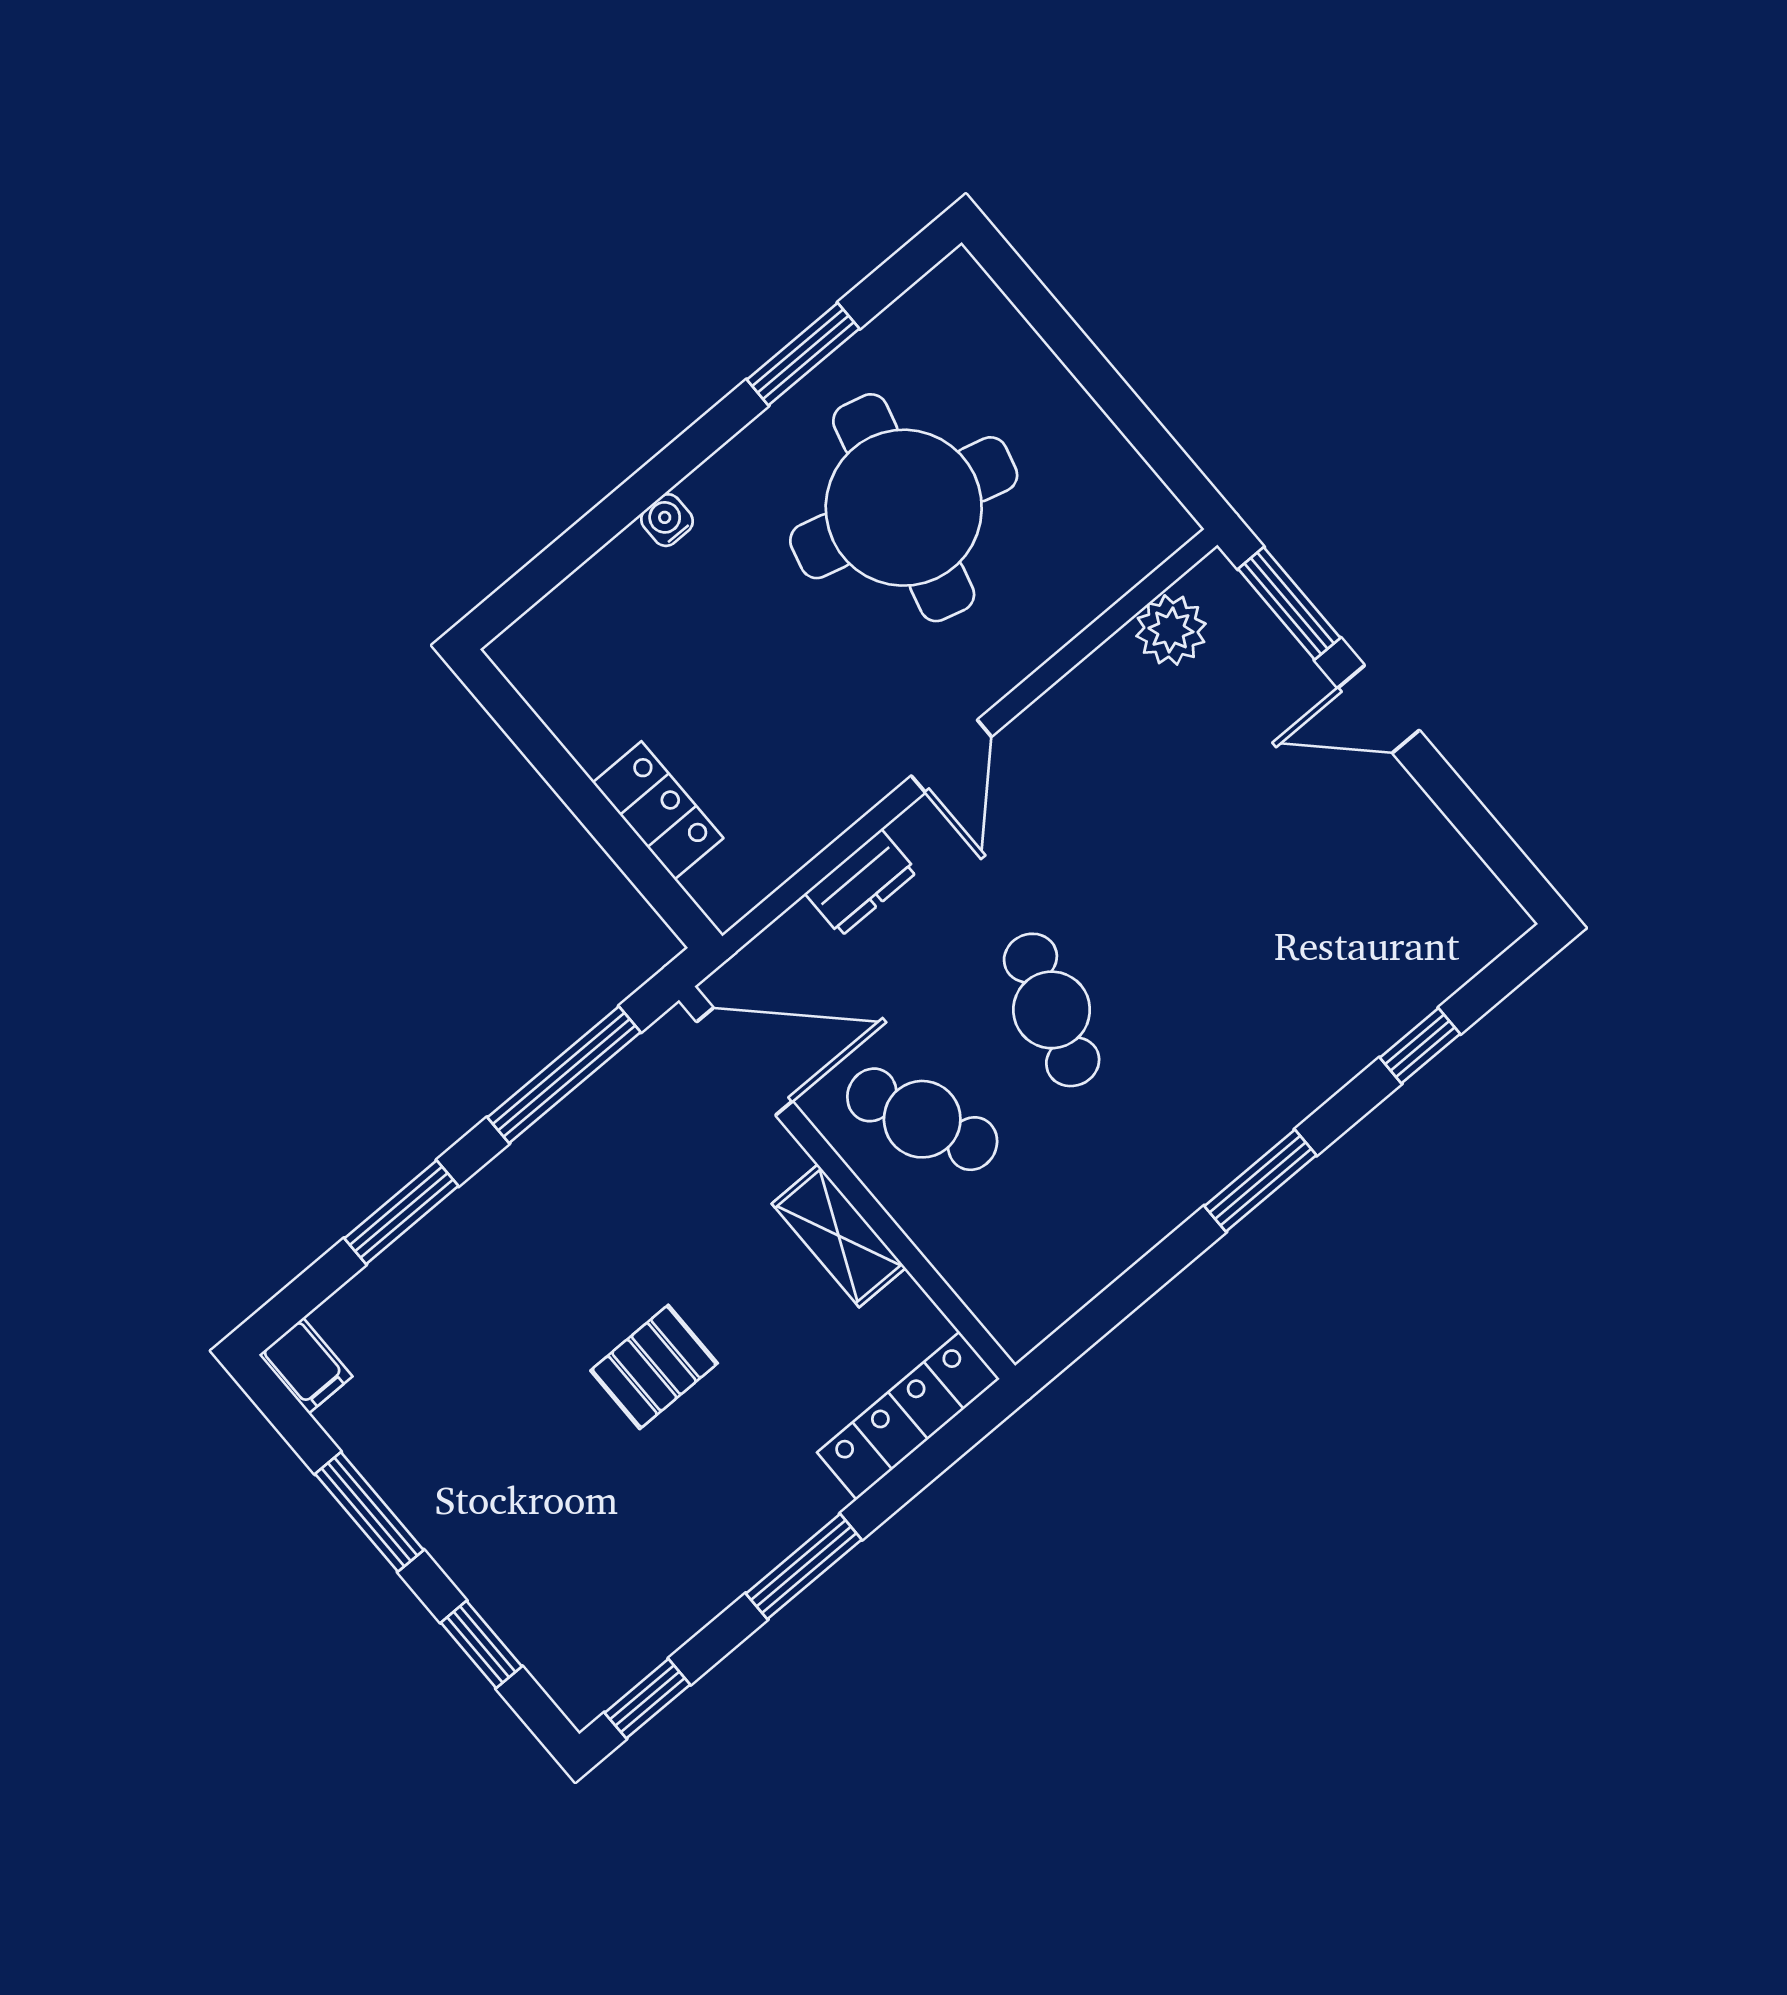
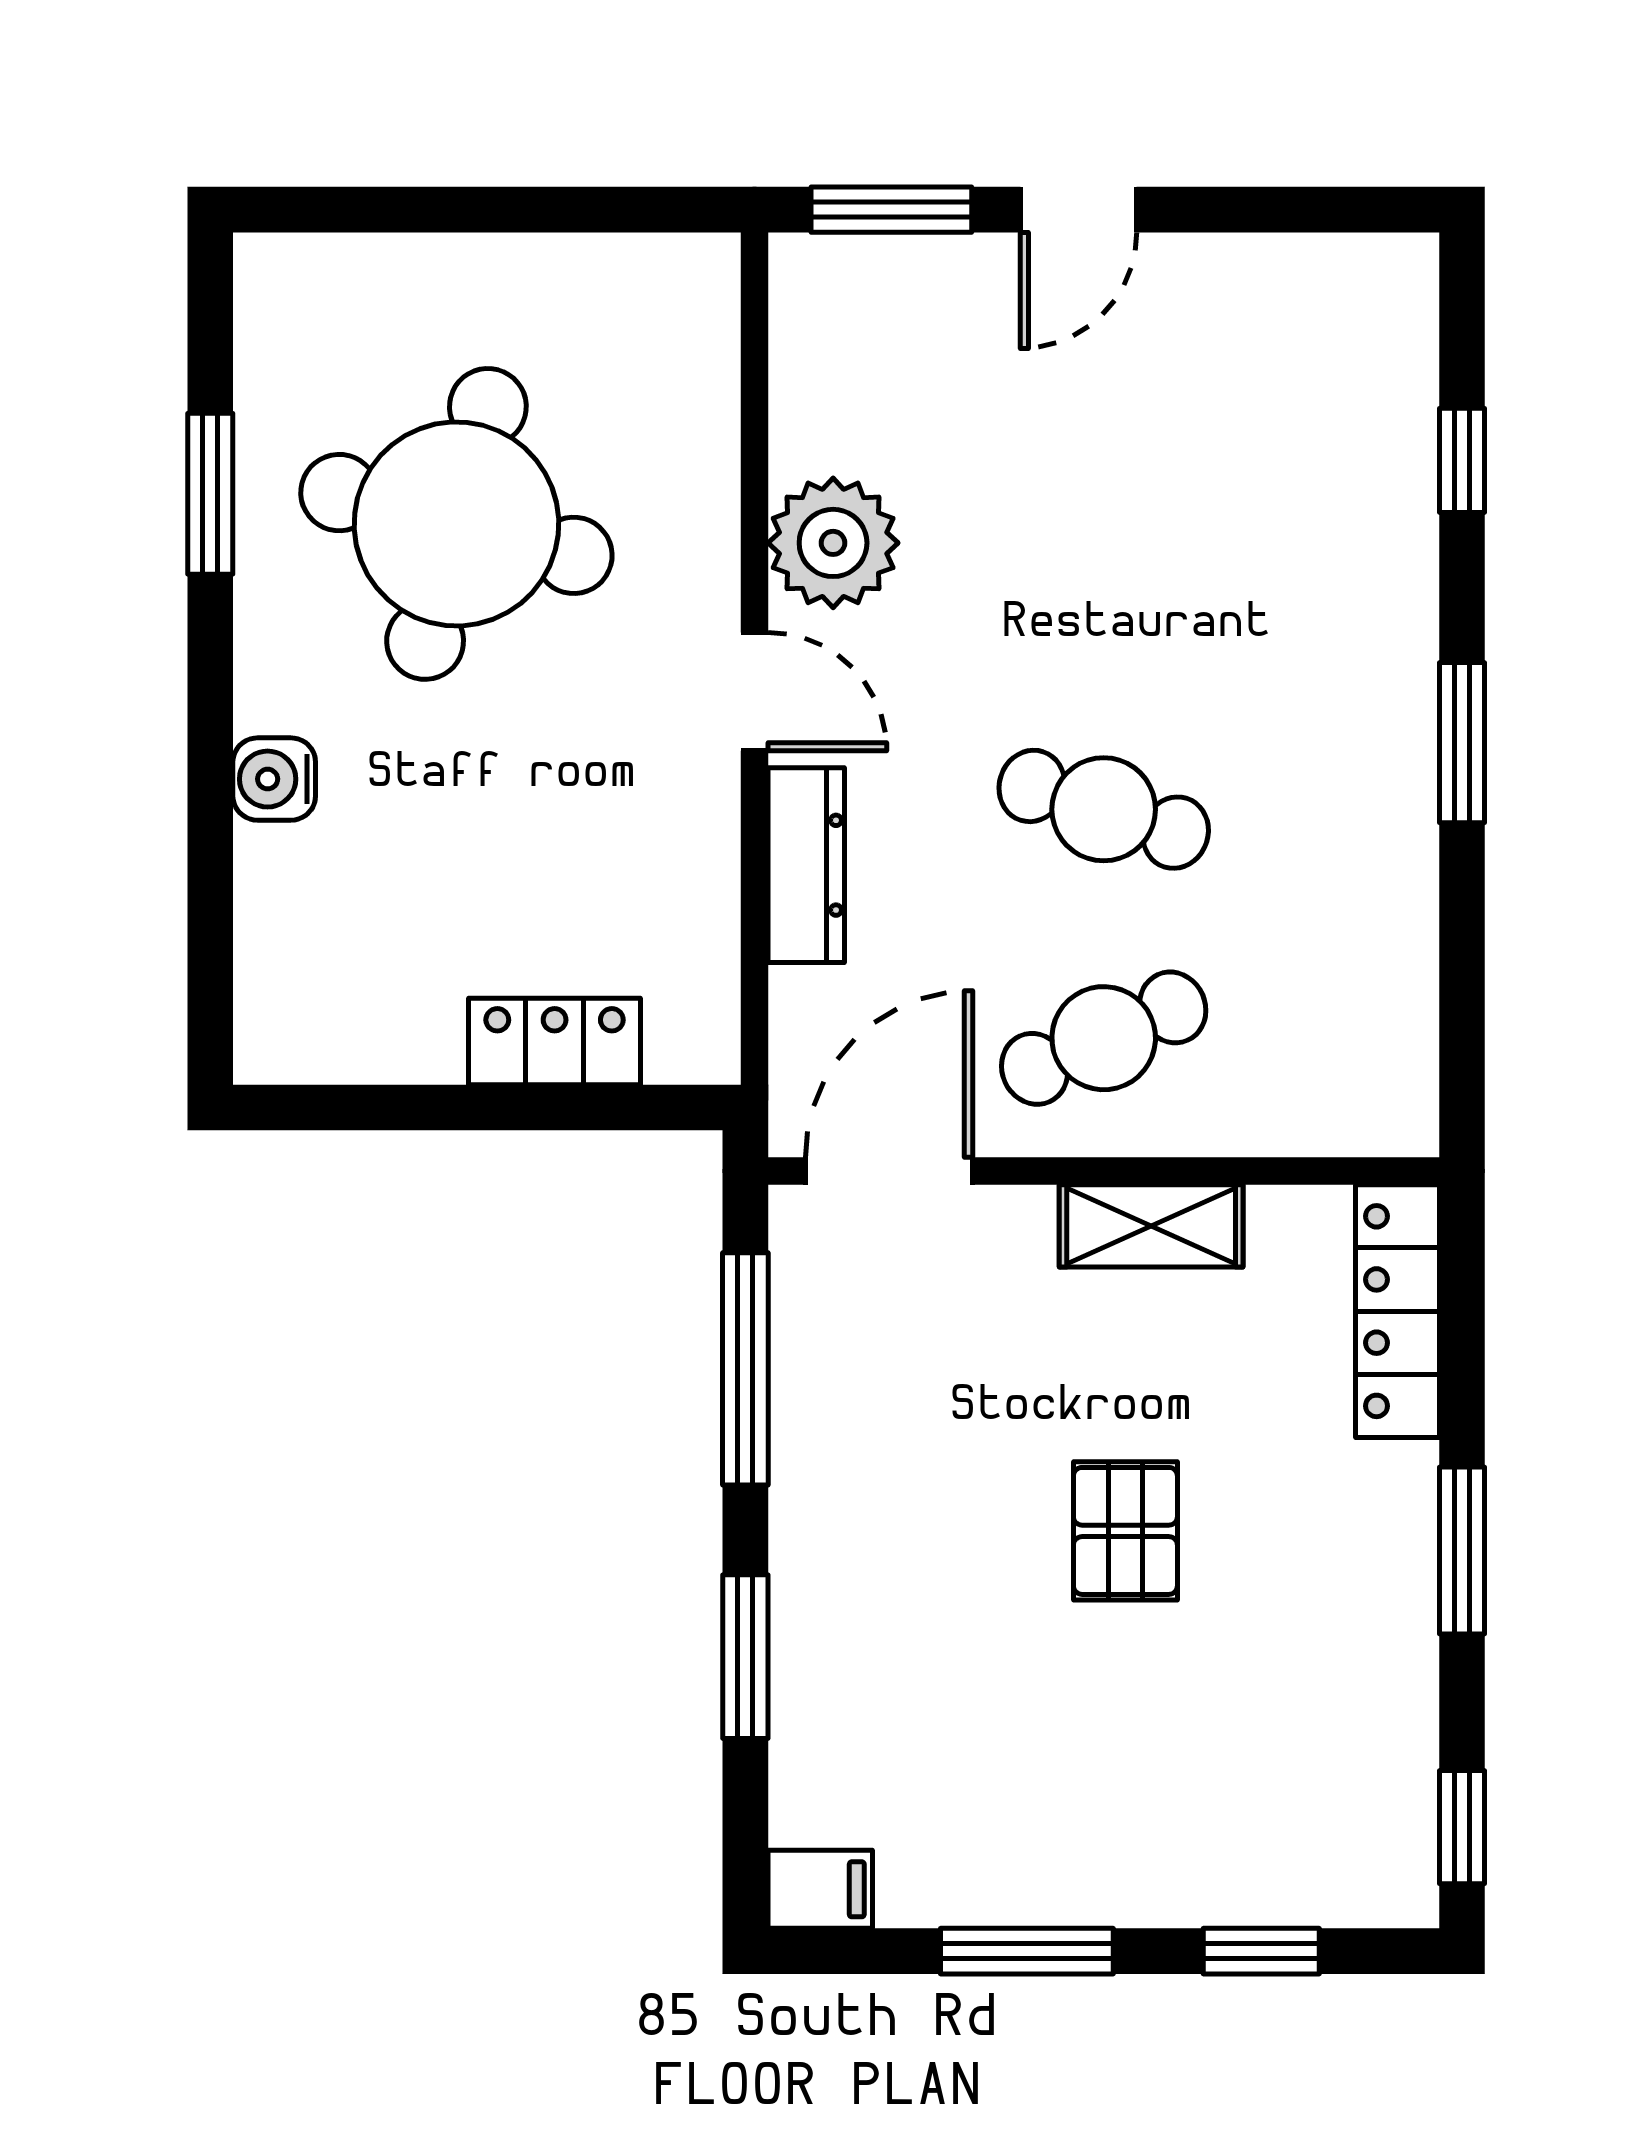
water cooler: (667, 520) -> (274, 779), width x1.38, depth x1.38
plant: (1171, 630) -> (833, 543), moved, width x1.36, depth x1.36
dresser: (861, 883) -> (806, 865), width x1.44

